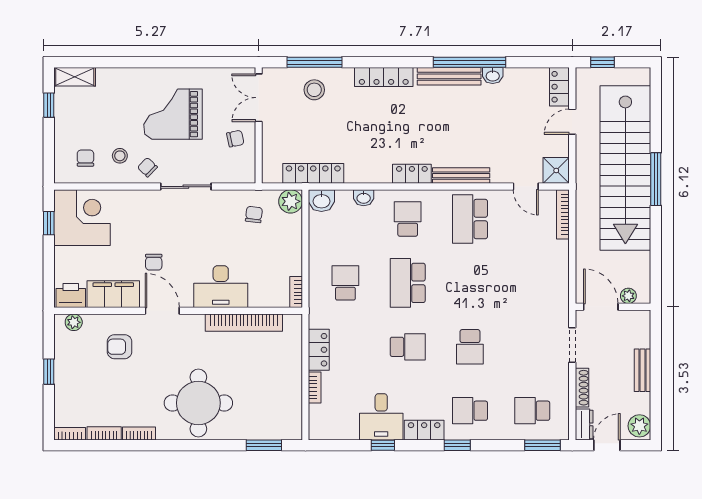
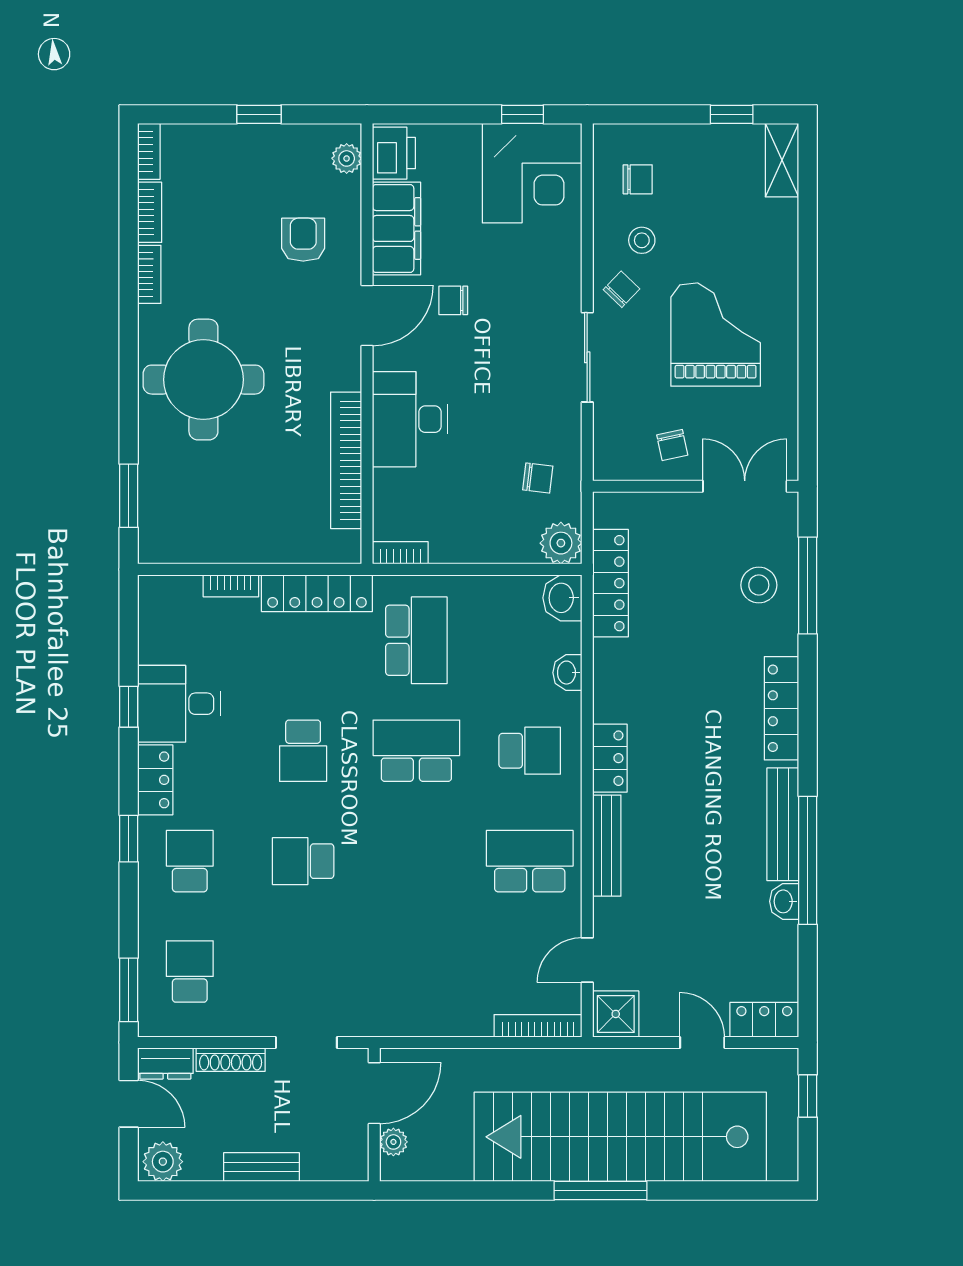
school desk: (345, 283) -> (416, 640), width x1.85
locker: (319, 350) -> (317, 593), width x1.53

